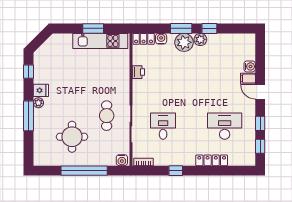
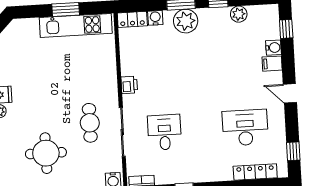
plant: (200, 39) -> (239, 14), moved
printer: (138, 72) -> (129, 85), moved
door: (260, 92) -> (290, 93), moved
window: (260, 123) -> (286, 29), moved
locker: (212, 160) -> (255, 172), moved

